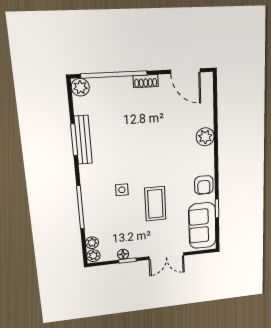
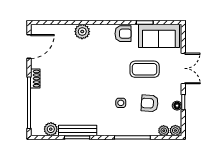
plant: (80, 87) -> (51, 129), moved
coffee table: (155, 204) -> (145, 69), moved
armchair: (124, 223) -> (150, 103), added

